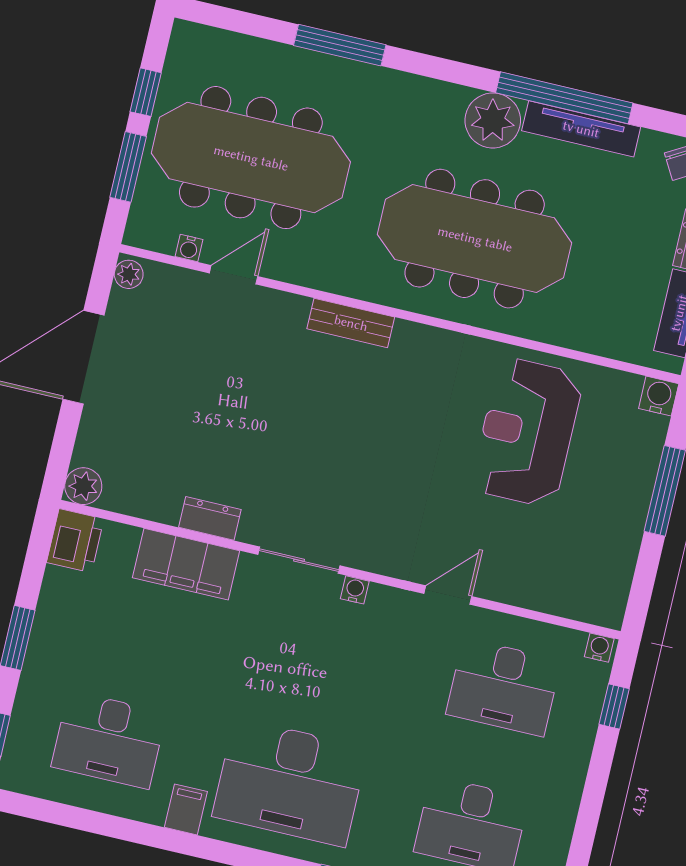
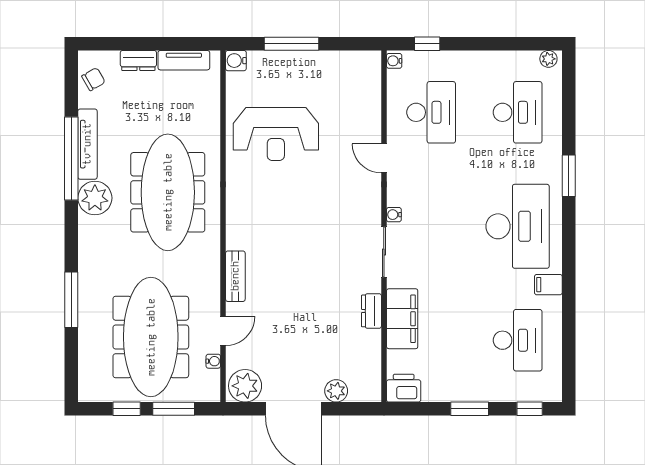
plant: (129, 274) -> (245, 386), width x1.88, depth x1.88
door: (234, 275) -> (223, 331), swing flipped
bench: (351, 323) -> (235, 276), moved
plant: (83, 486) -> (336, 391), moved

